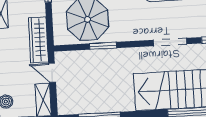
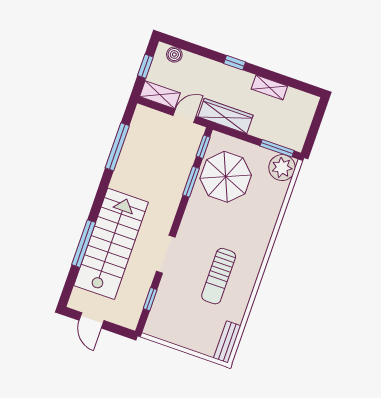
window: (71, 48) -> (203, 147), added

